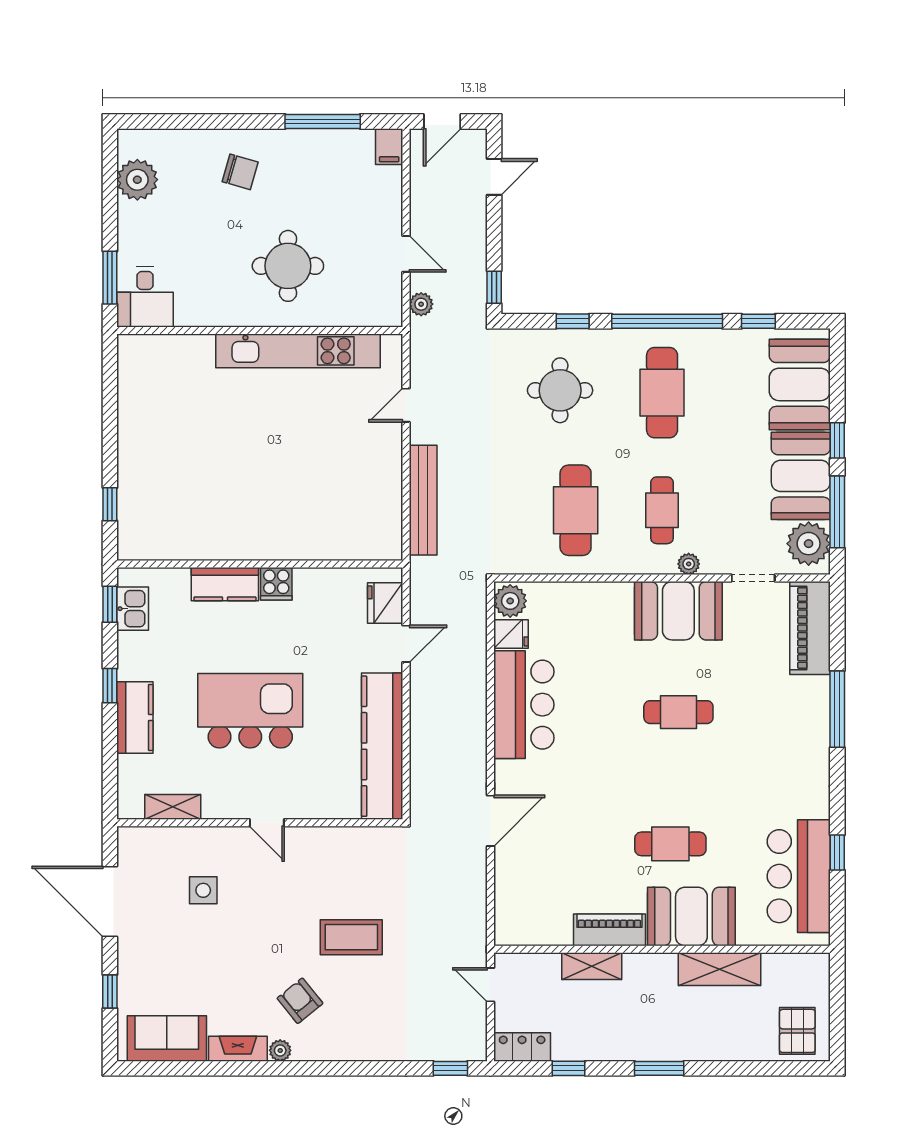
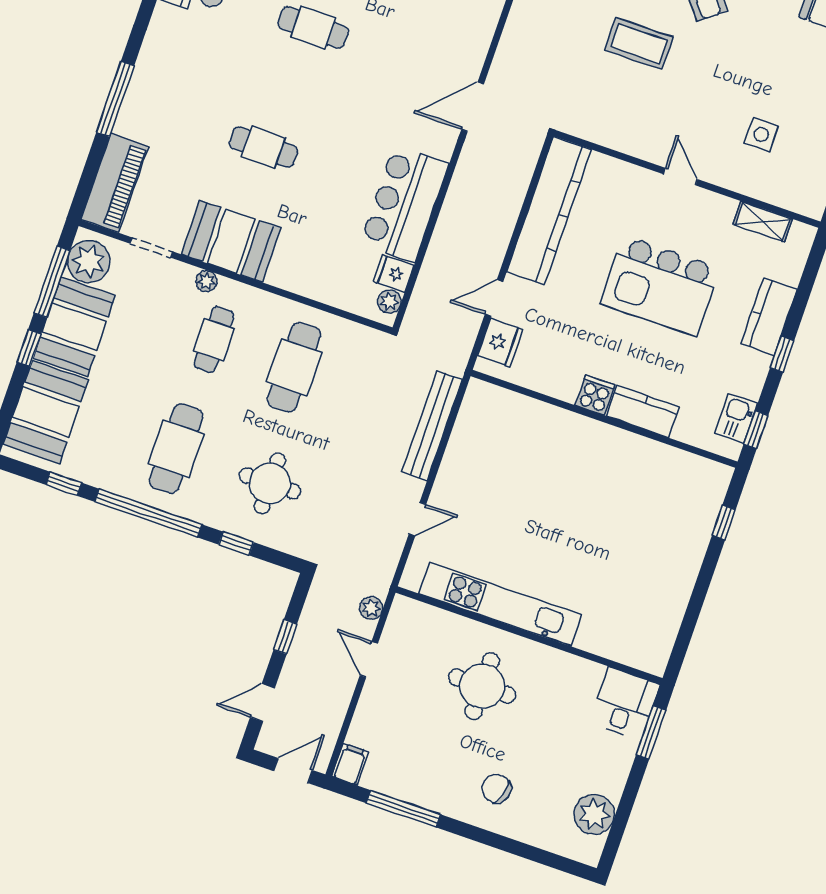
window: (494, 287) -> (285, 637), moved
plant: (510, 601) -> (389, 302), width x0.73, depth x0.73

